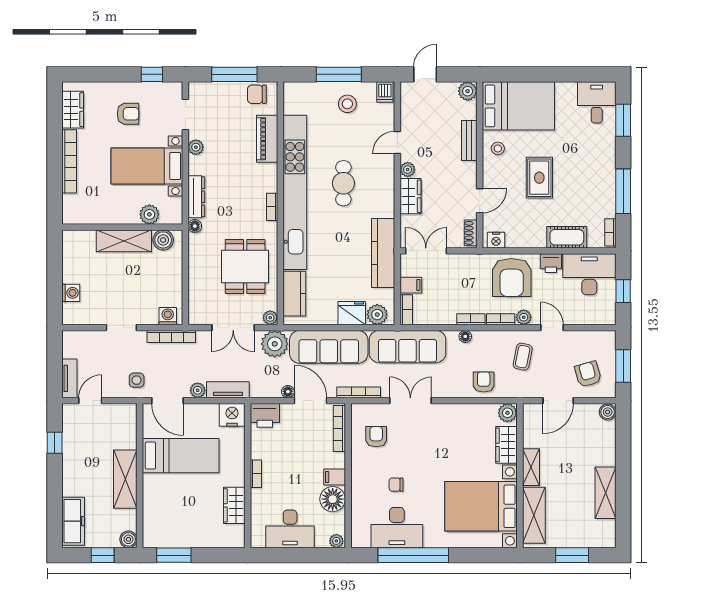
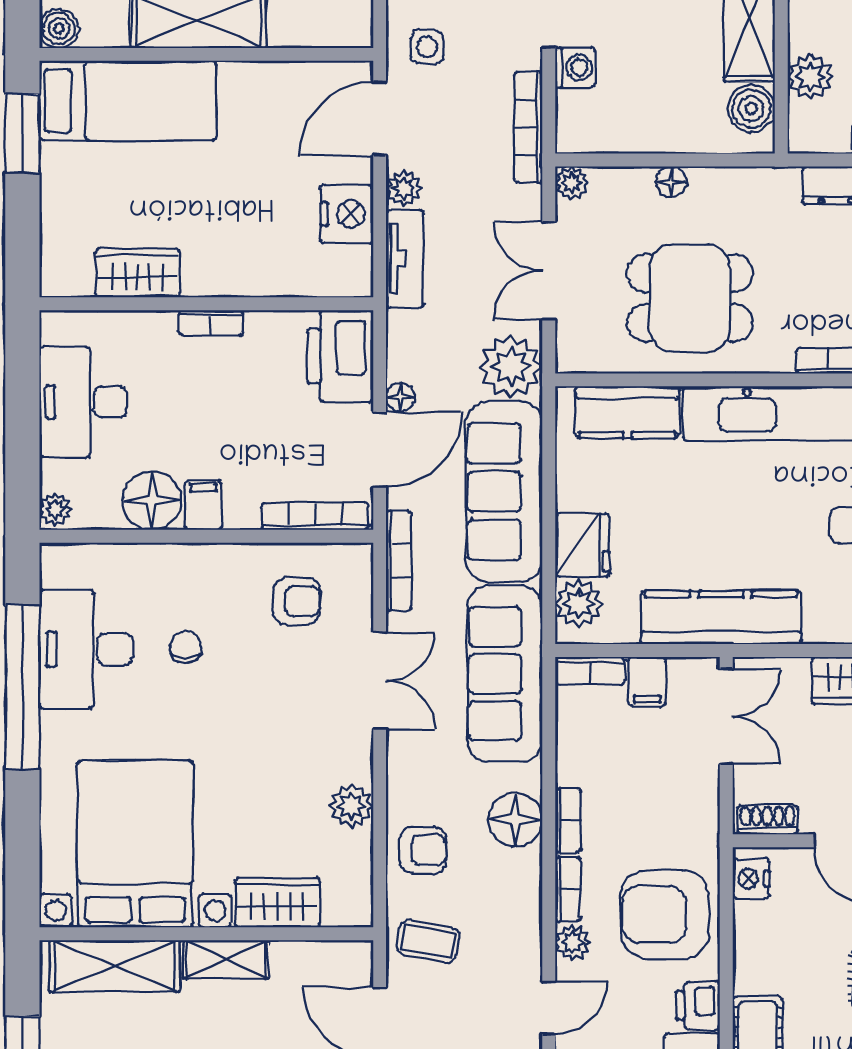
floor lamp: (195, 226) -> (671, 182), moved
washing machine: (168, 316) -> (575, 68), moved
plant: (270, 318) -> (572, 183), moved
floor lamp: (465, 336) -> (515, 820), width x1.89, depth x1.89
coffee table: (523, 357) -> (428, 941), moved
plant: (507, 413) -> (352, 806), moved
nightstand: (232, 415) -> (347, 214), moved
printer: (265, 415) -> (340, 356), width x1.37, depth x1.19
bed: (181, 456) -> (128, 101), moved, turned -90

